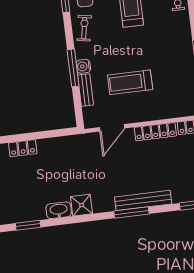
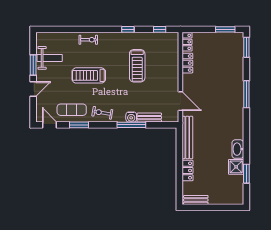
treadmill: (130, 82) -> (137, 66), moved
locker: (155, 132) -> (187, 63), width x0.66
bench: (143, 200) -> (187, 137), moved
shower: (81, 205) -> (236, 167), moved

